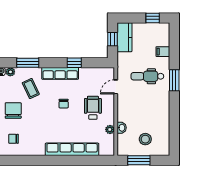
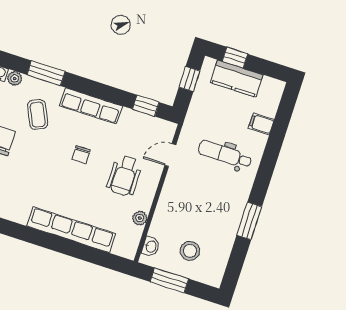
window: (153, 18) -> (235, 58), moved
kitchen counter: (124, 37) -> (237, 79), moved, turned 90
window: (74, 63) -> (146, 106), moved
window: (174, 80) -> (249, 221), moved
wheelchair: (93, 108) -> (124, 176), turned 180
washbasin: (122, 128) -> (151, 247), moved

